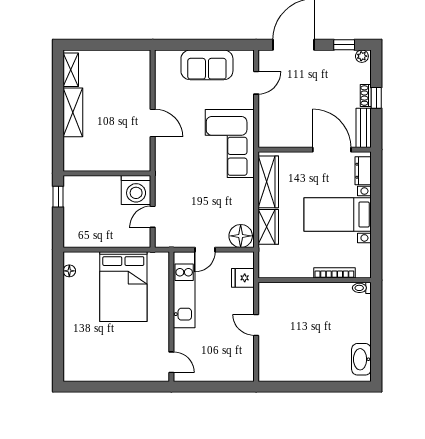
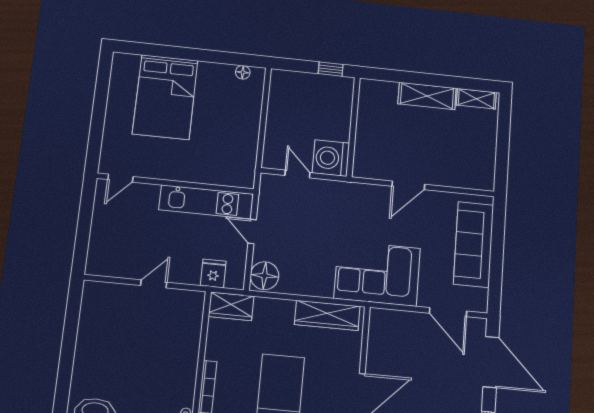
sofa: (207, 65) -> (474, 245), width x1.36
door: (256, 83) -> (448, 312), width x1.38
wardrobe: (268, 227) -> (231, 306), moved
bed: (123, 287) -> (165, 97), moved, turned -90

